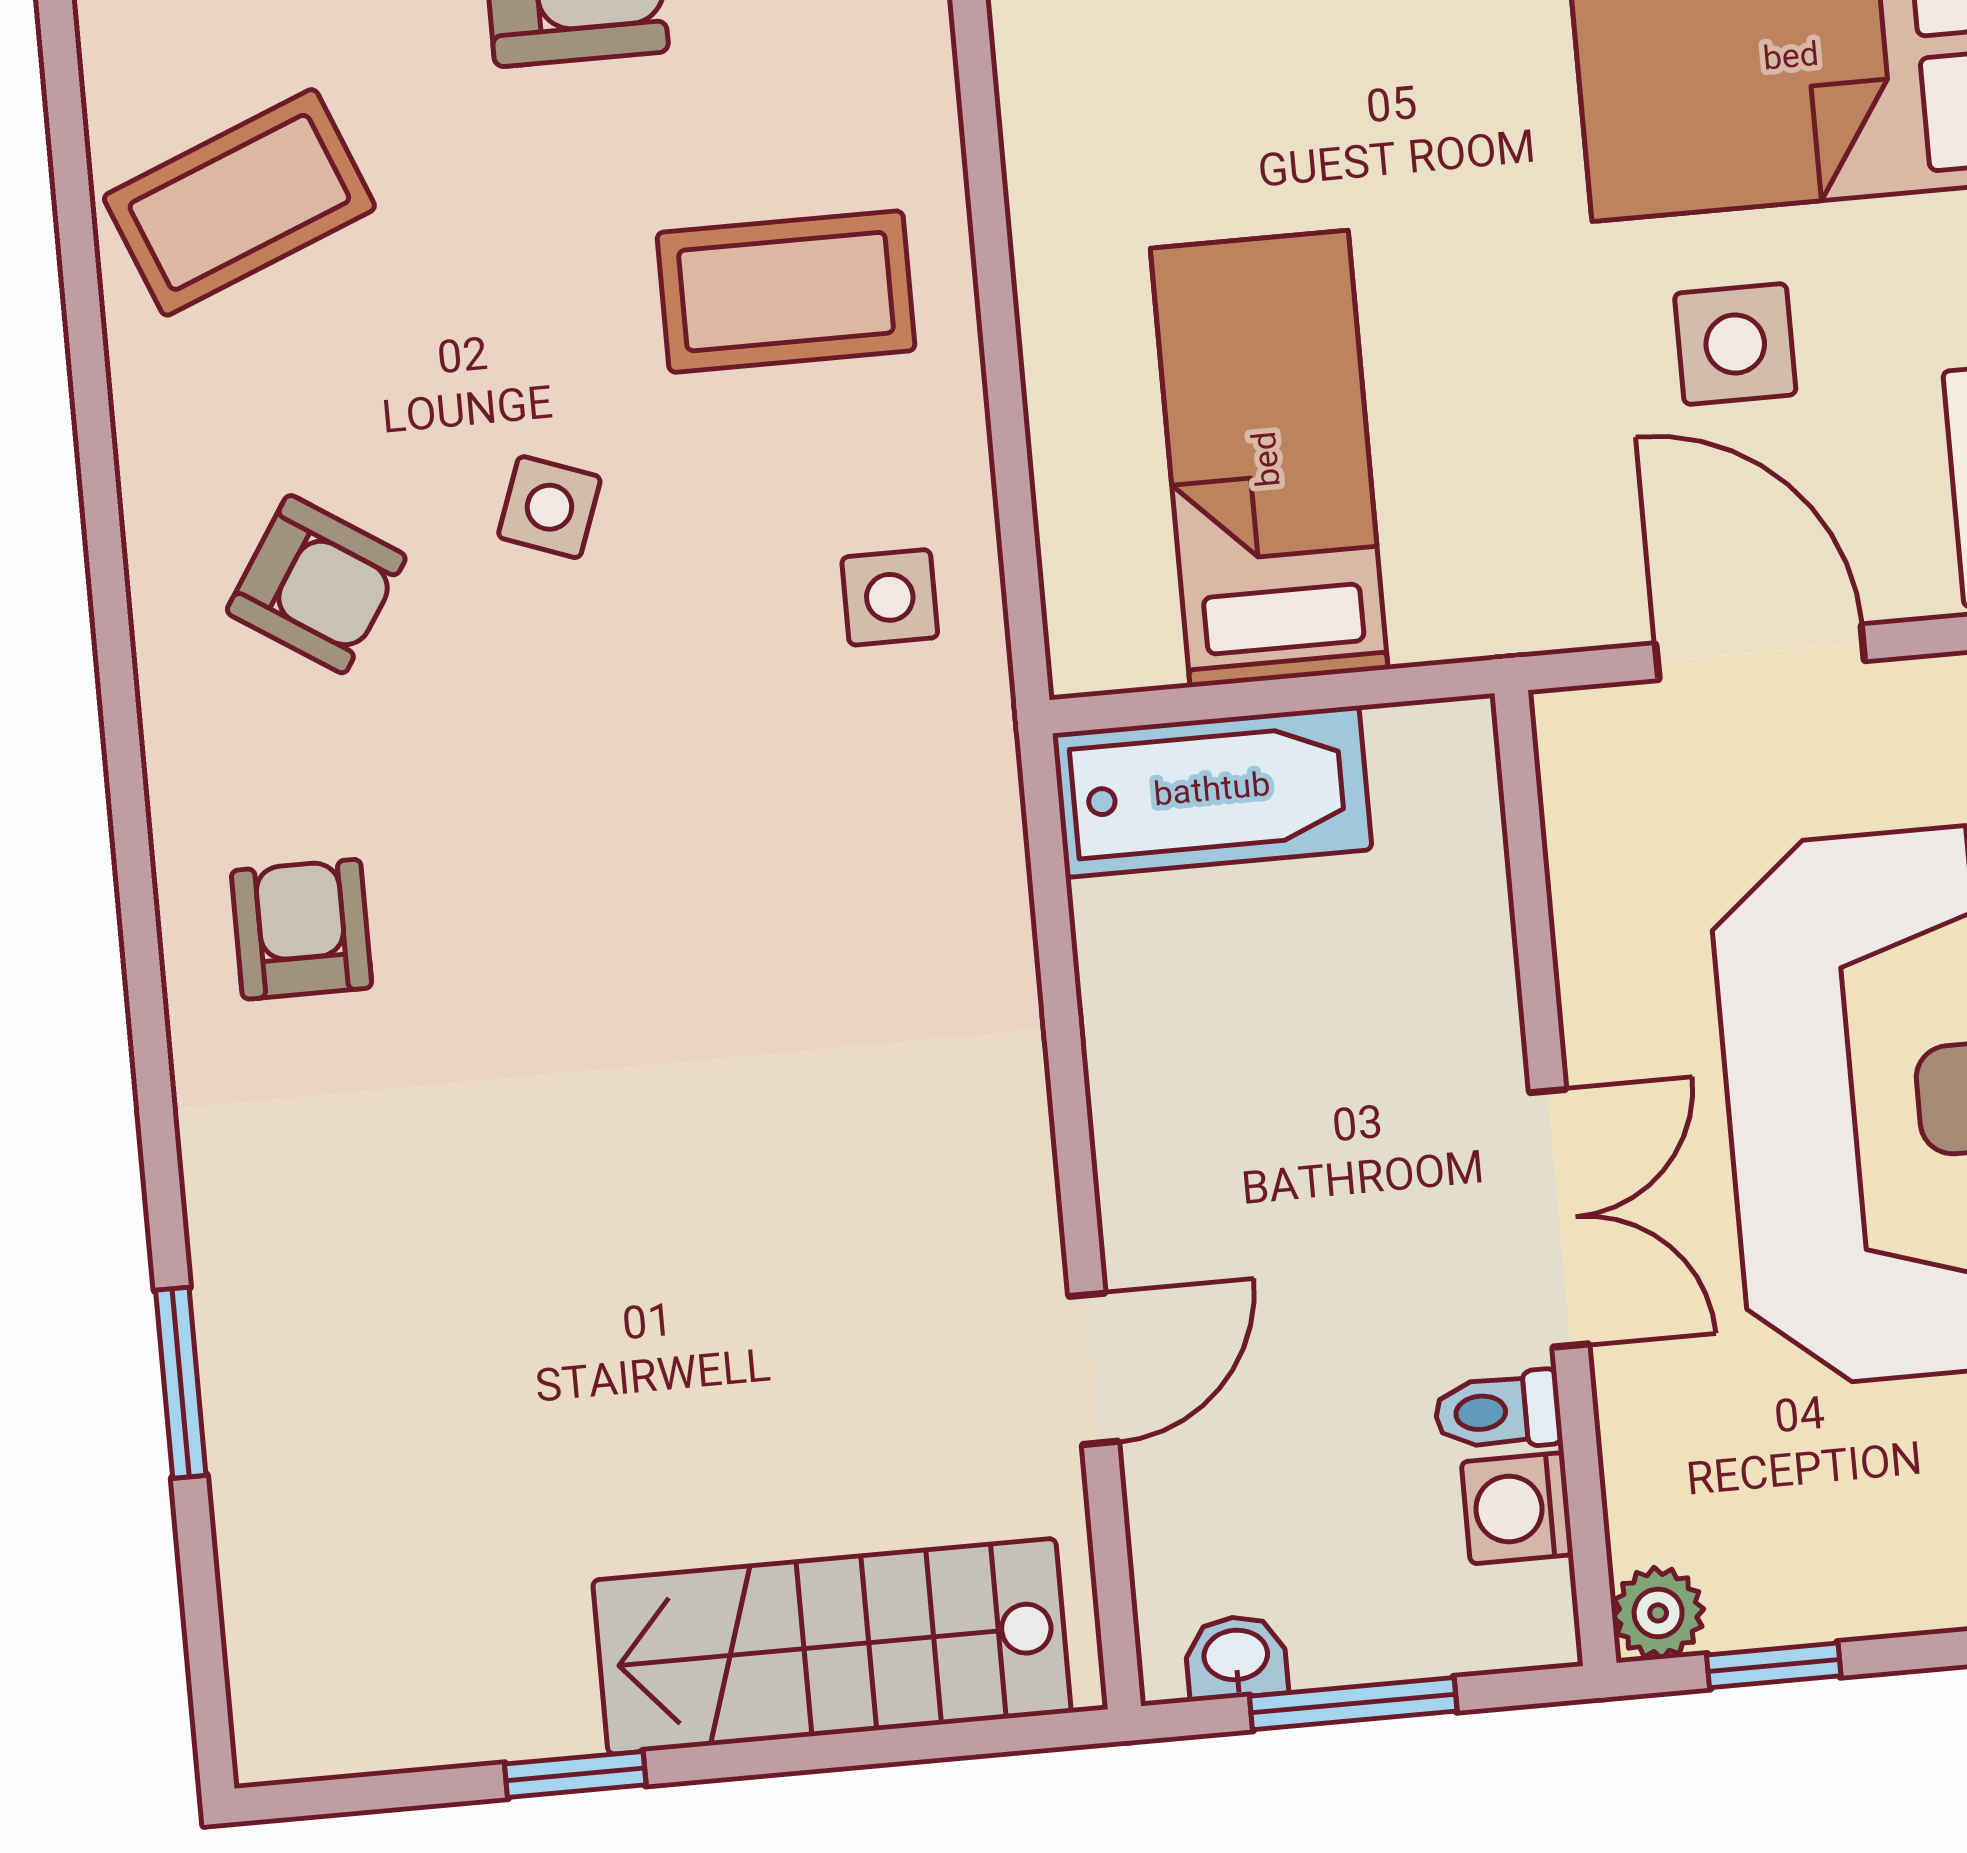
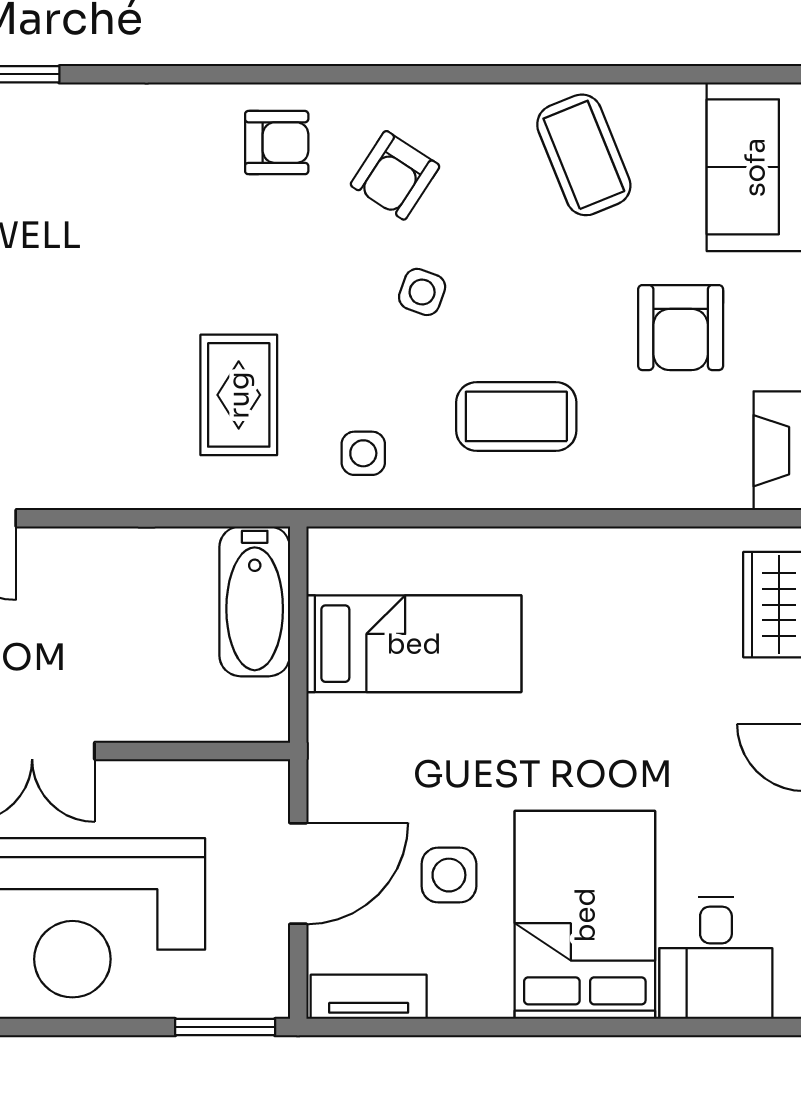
coffee table: (786, 292) -> (516, 416), turned 90
rug: (794, 863) -> (239, 395), added
armchair: (302, 929) -> (277, 143), moved

